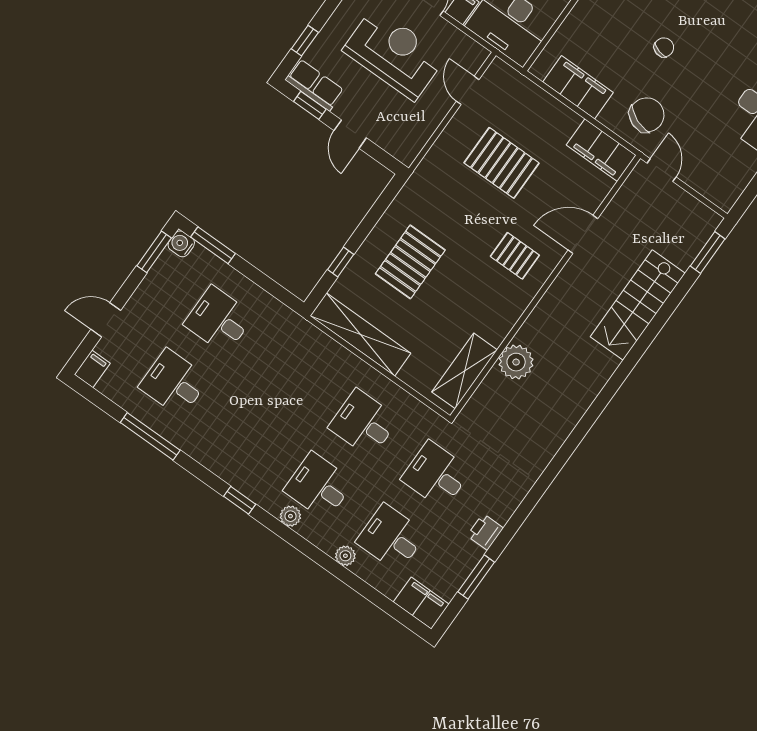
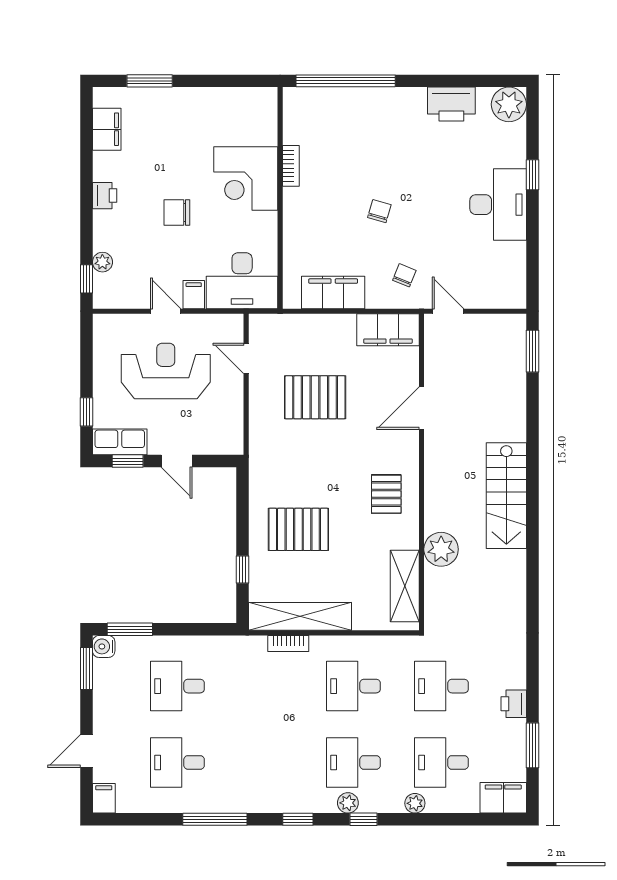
chair: (647, 115) -> (404, 275), width x0.54, depth x0.54
pallet: (515, 256) -> (386, 494), moved, turned 90
pallet: (410, 262) -> (298, 529), turned 90
stairs: (638, 305) -> (506, 496), moved
bookcase: (335, 350) -> (288, 643), added
window: (150, 436) -> (215, 819), moved
window: (294, 539) -> (364, 819), added

